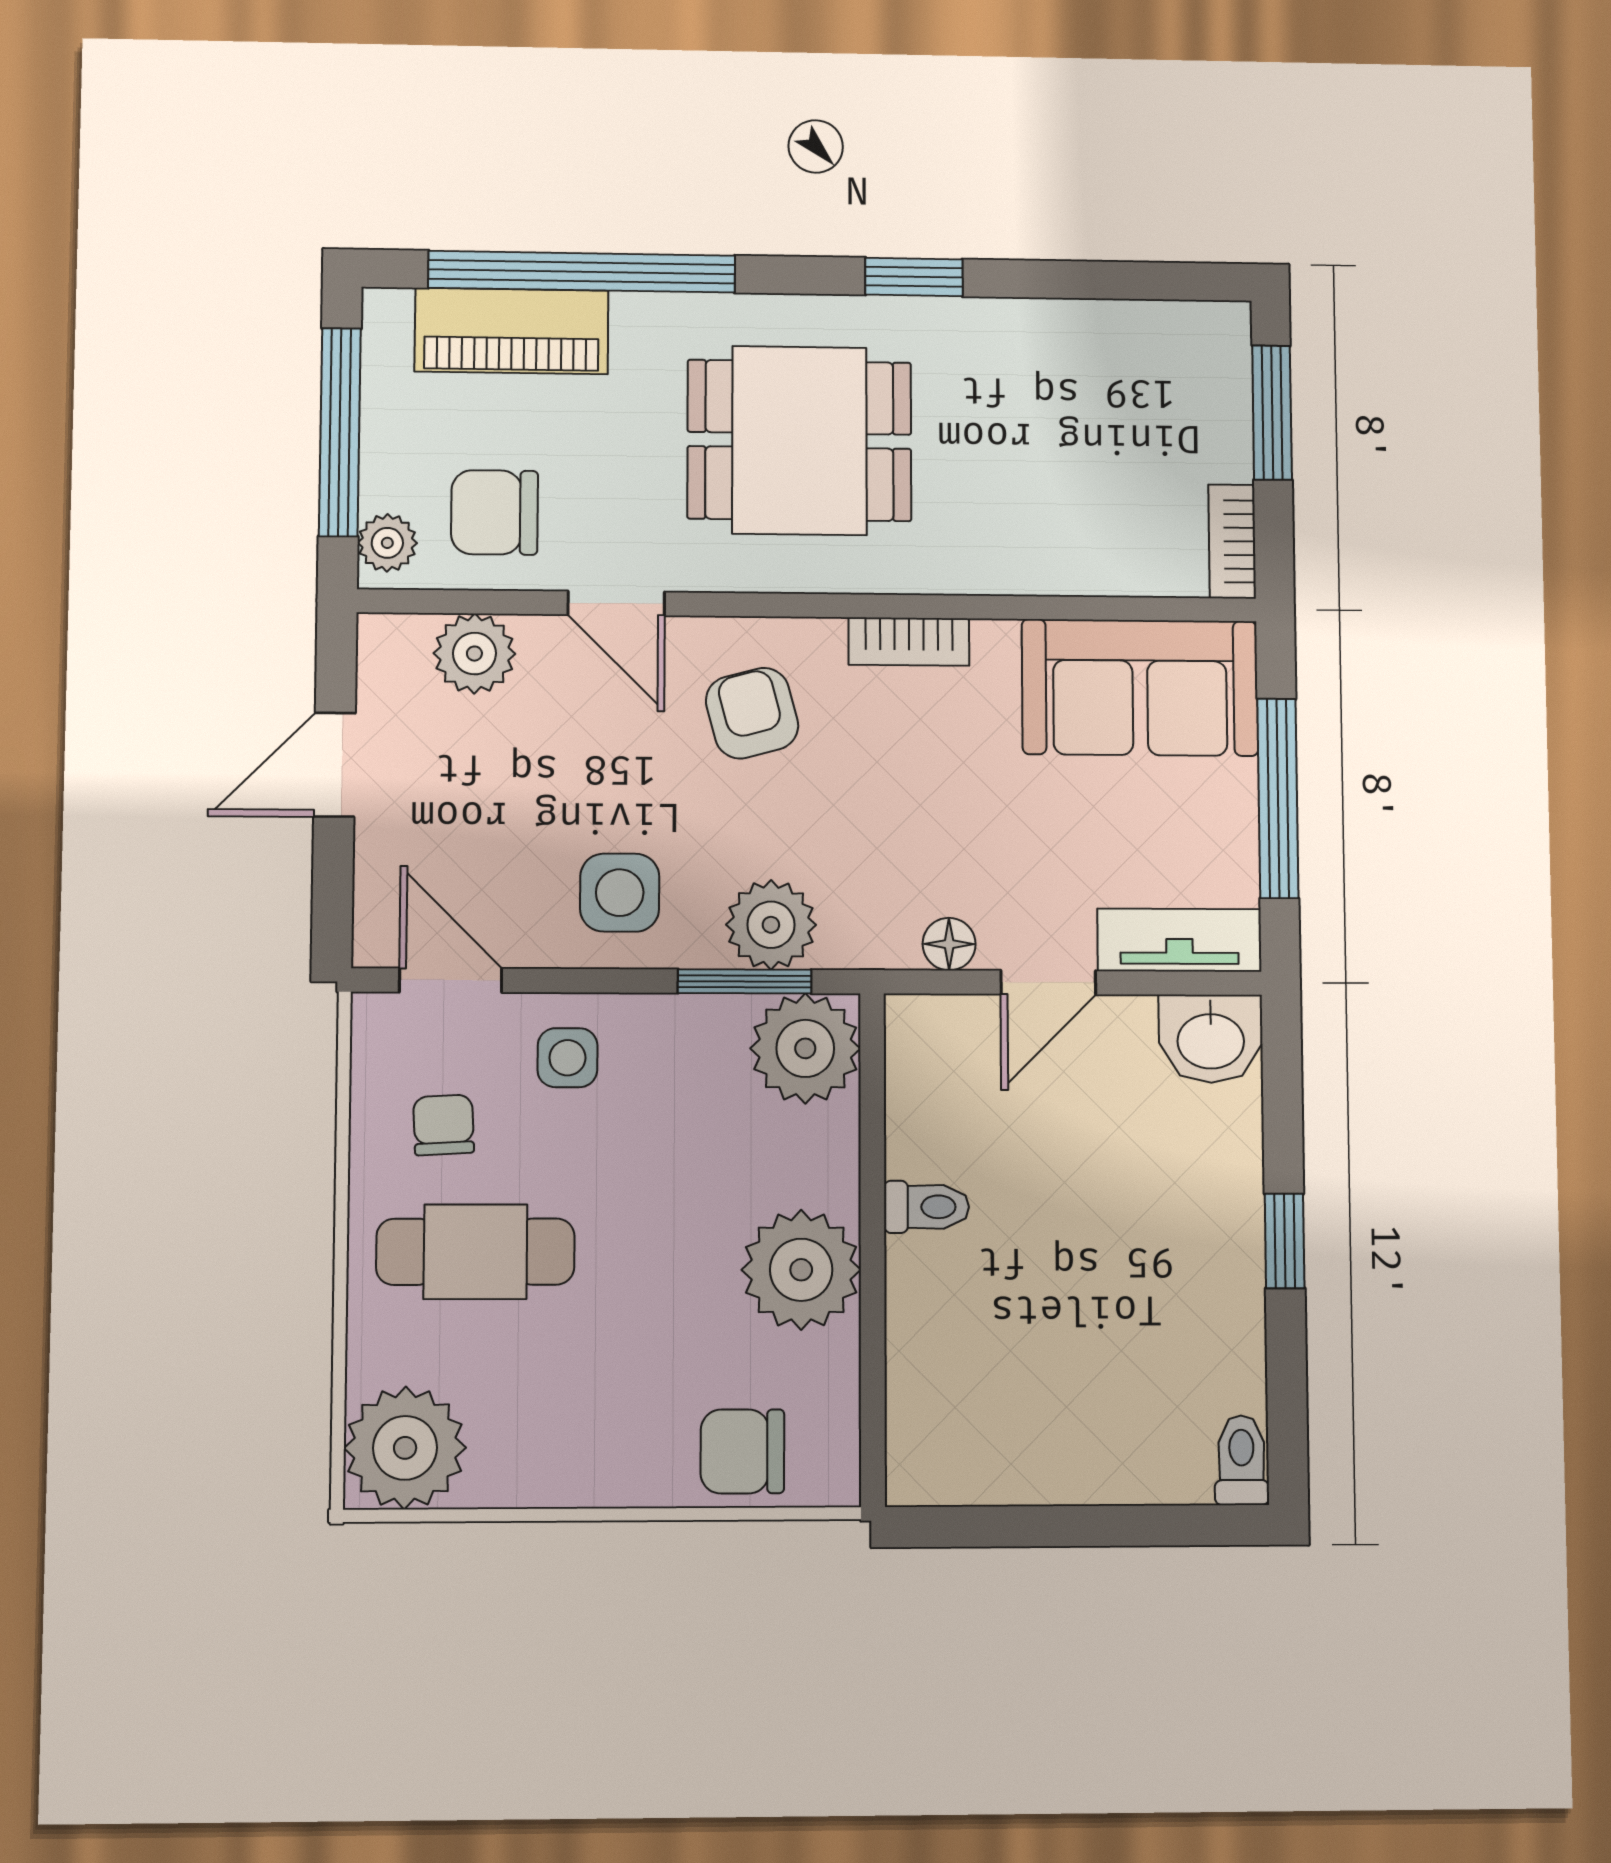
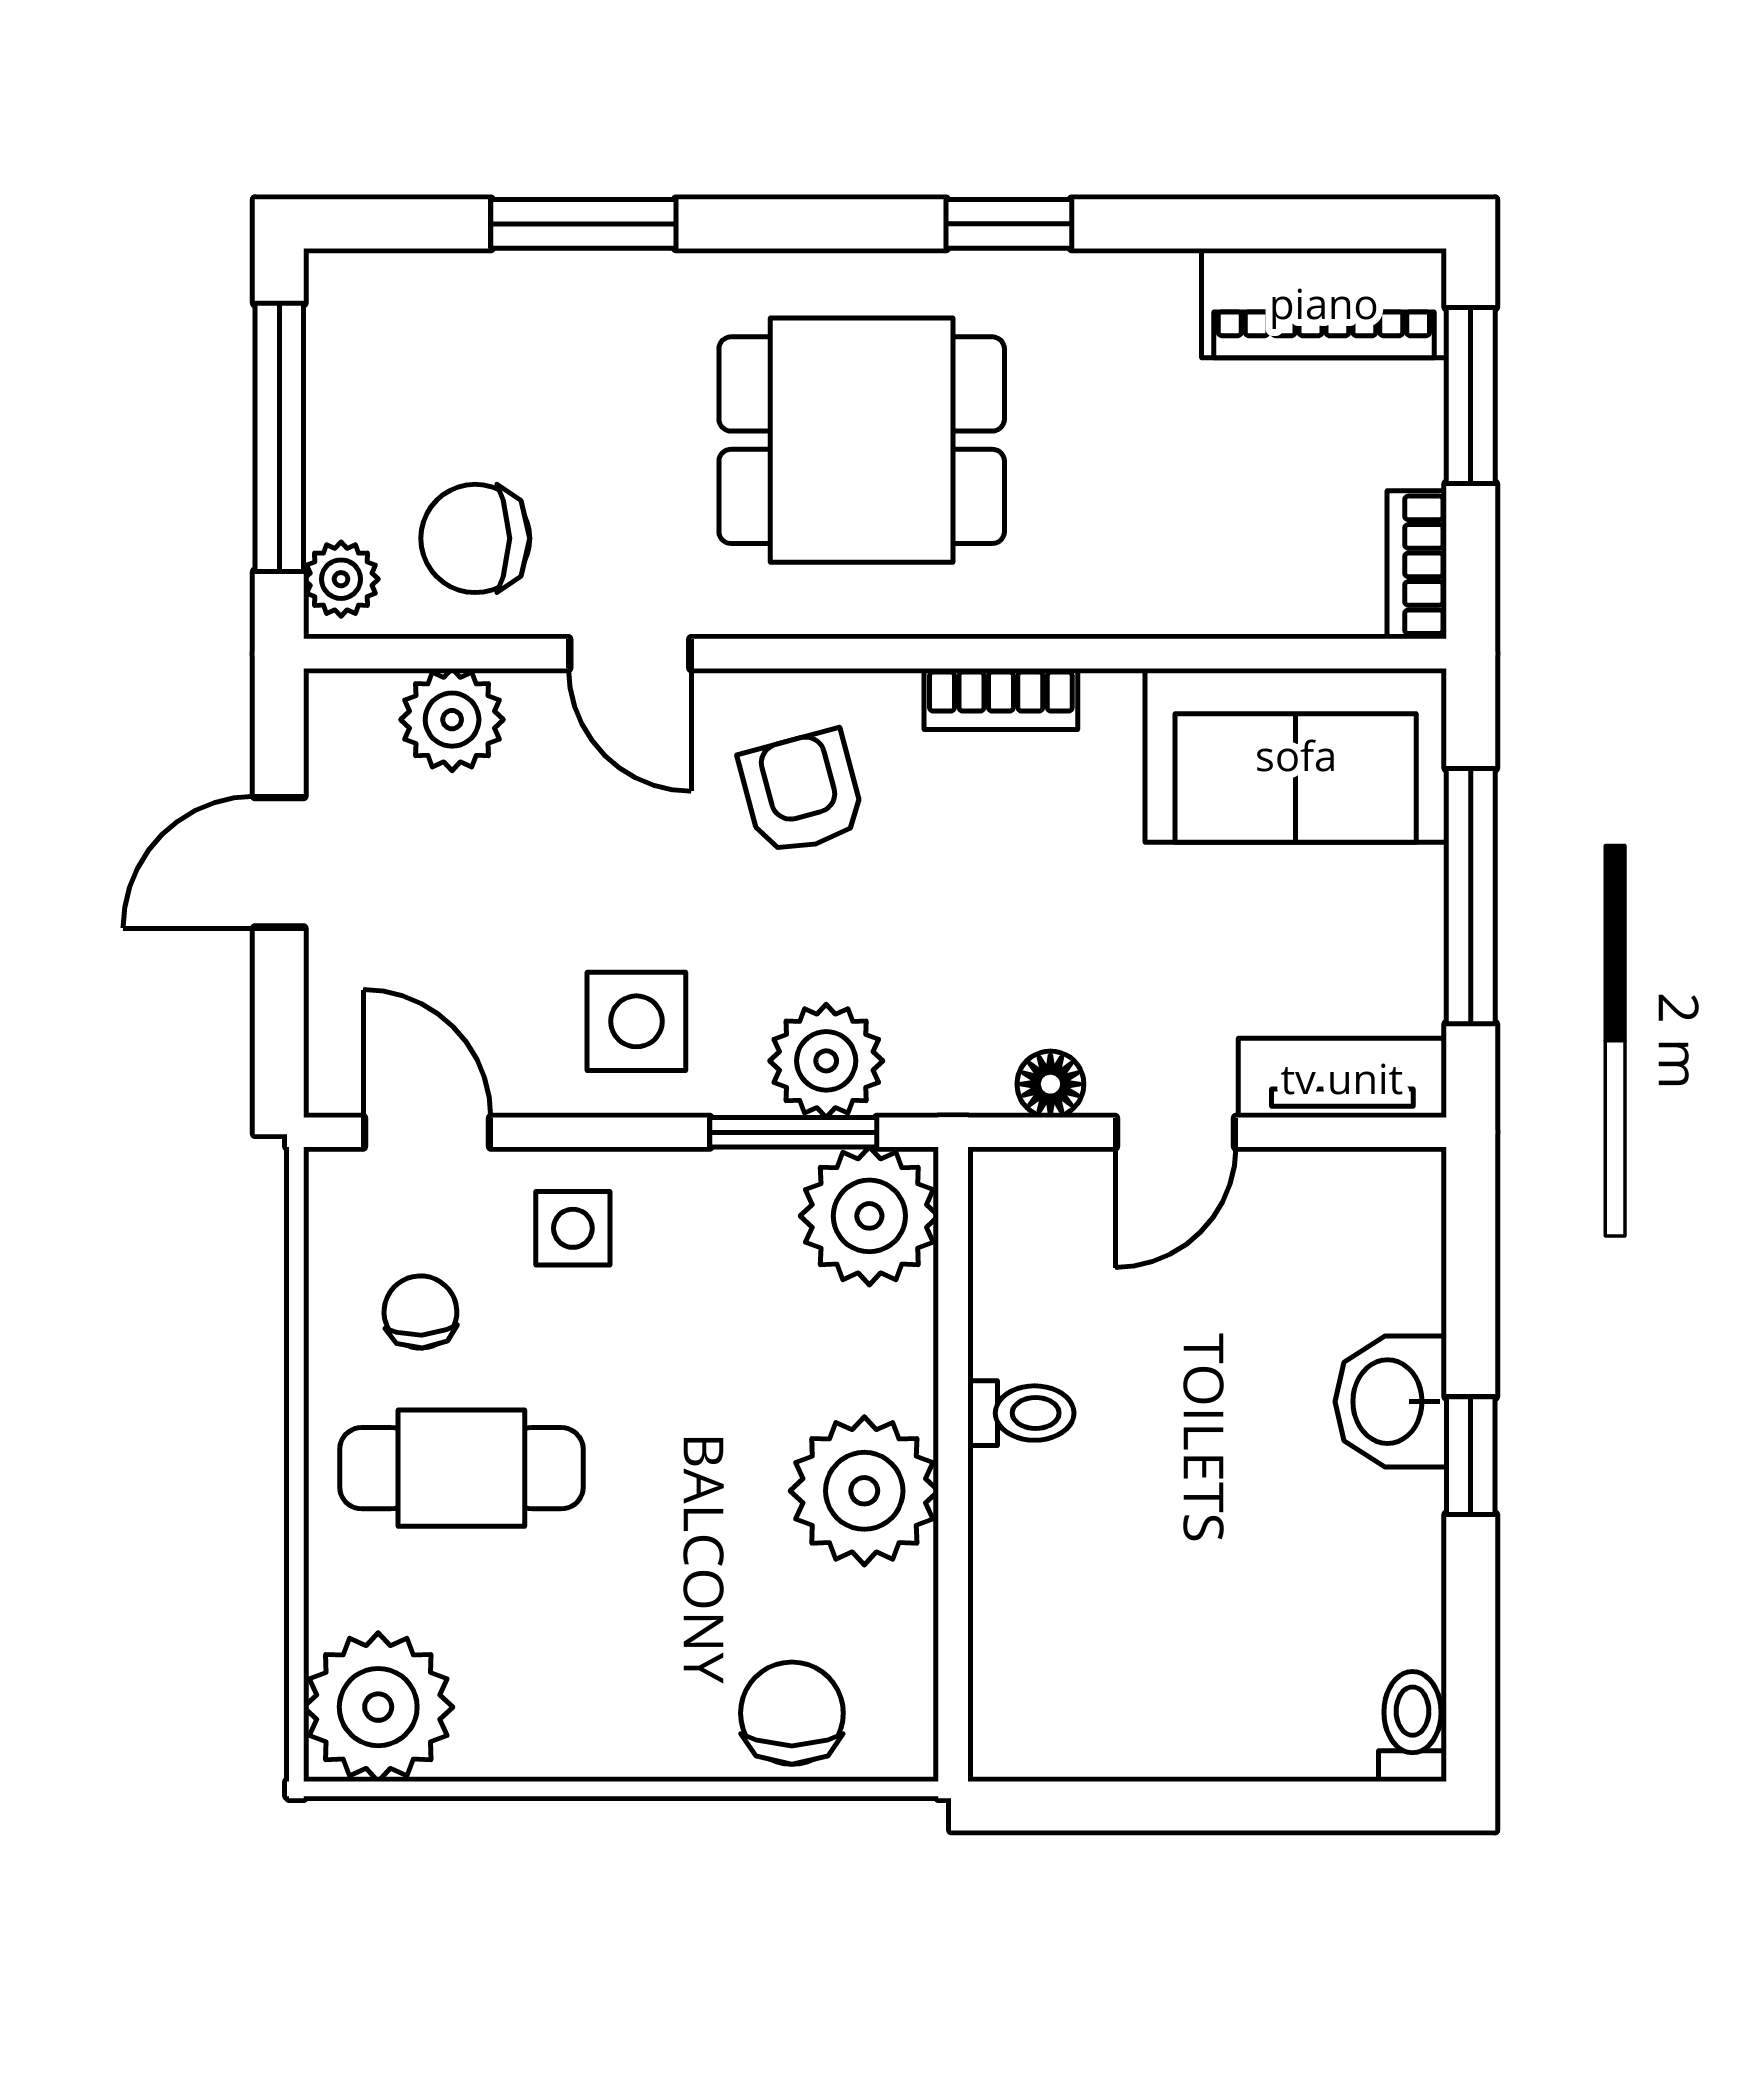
window: (582, 272) -> (583, 224), width x0.47
piano: (512, 331) -> (1324, 303), moved
washbasin: (1211, 1039) -> (1391, 1402), moved, turned 90
chair: (742, 1451) -> (792, 1713), turned 90

